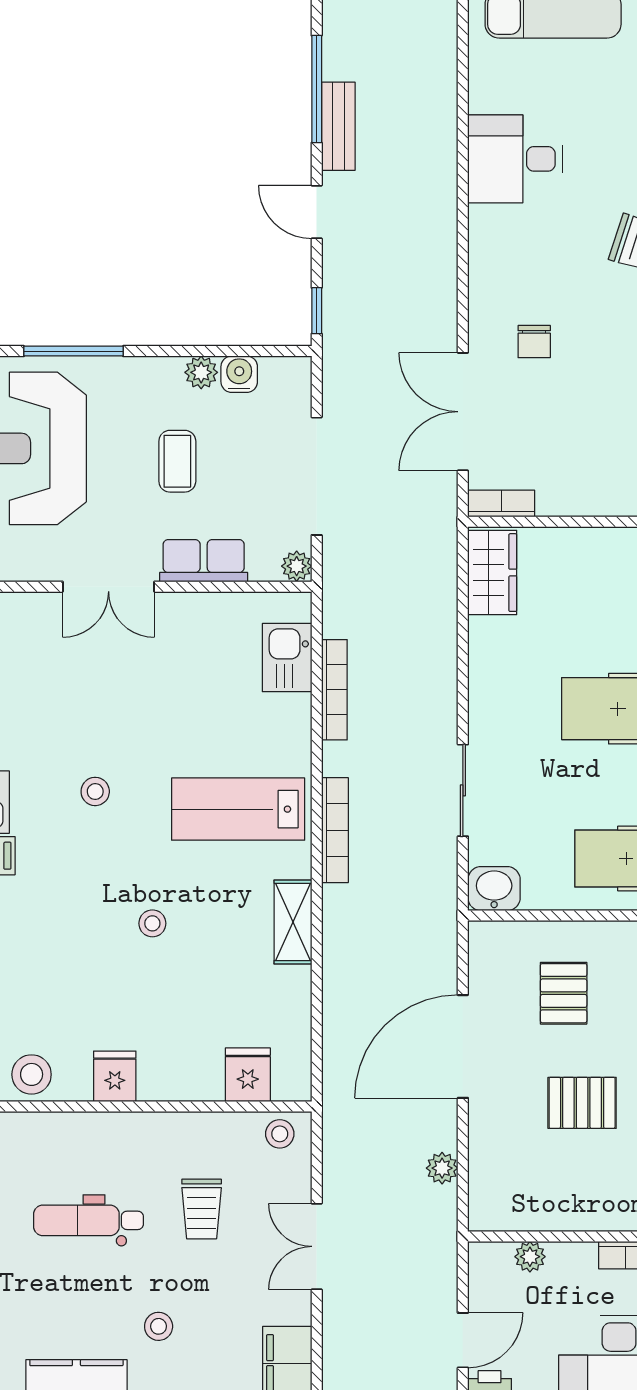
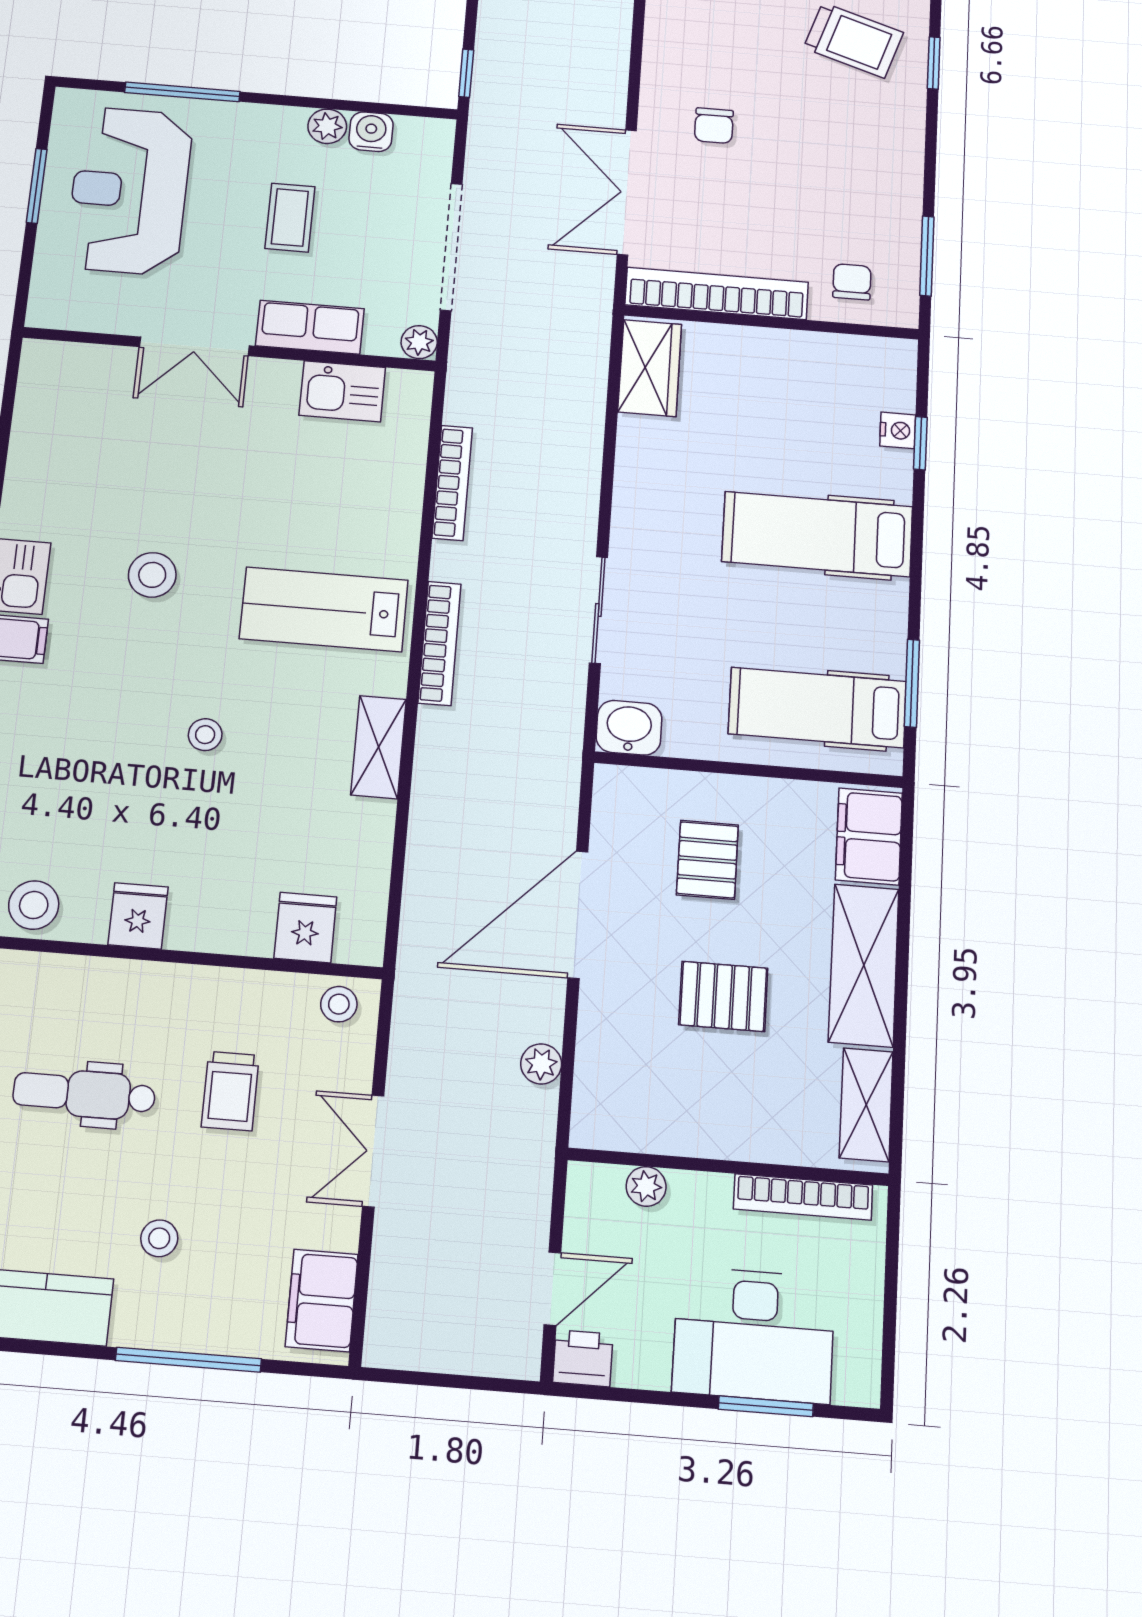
bookcase: (501, 503) -> (717, 293), width x2.31, depth x1.31
kitchen sink: (287, 658) -> (342, 391), moved, turned -90
stool: (95, 791) -> (152, 575), width x1.37, depth x1.37

